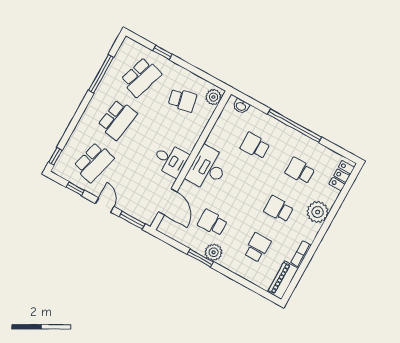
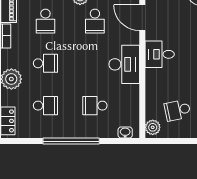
school desk: (255, 146) -> (95, 106), turned 180
school desk: (212, 223) -> (95, 21), turned 90

